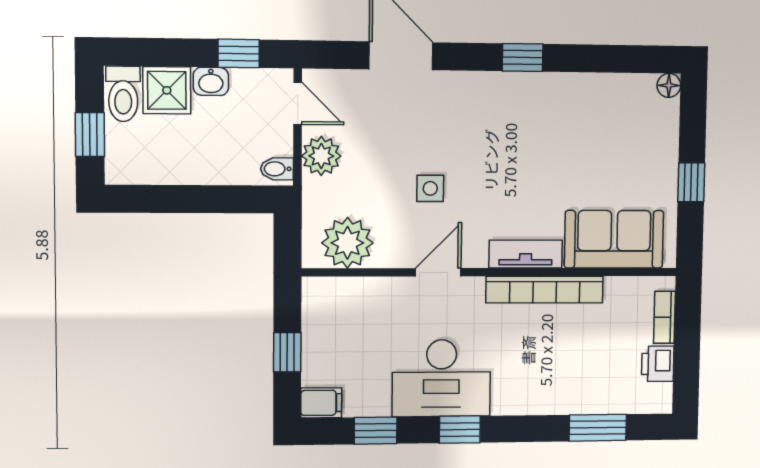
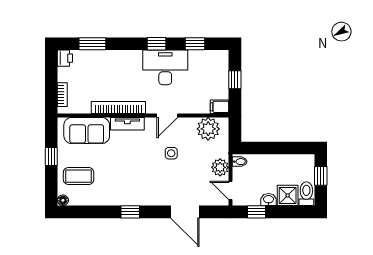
coffee table: (634, 139) -> (79, 176), added
printer: (658, 364) -> (65, 58), moved
filing cabinet: (321, 403) -> (220, 107), moved

